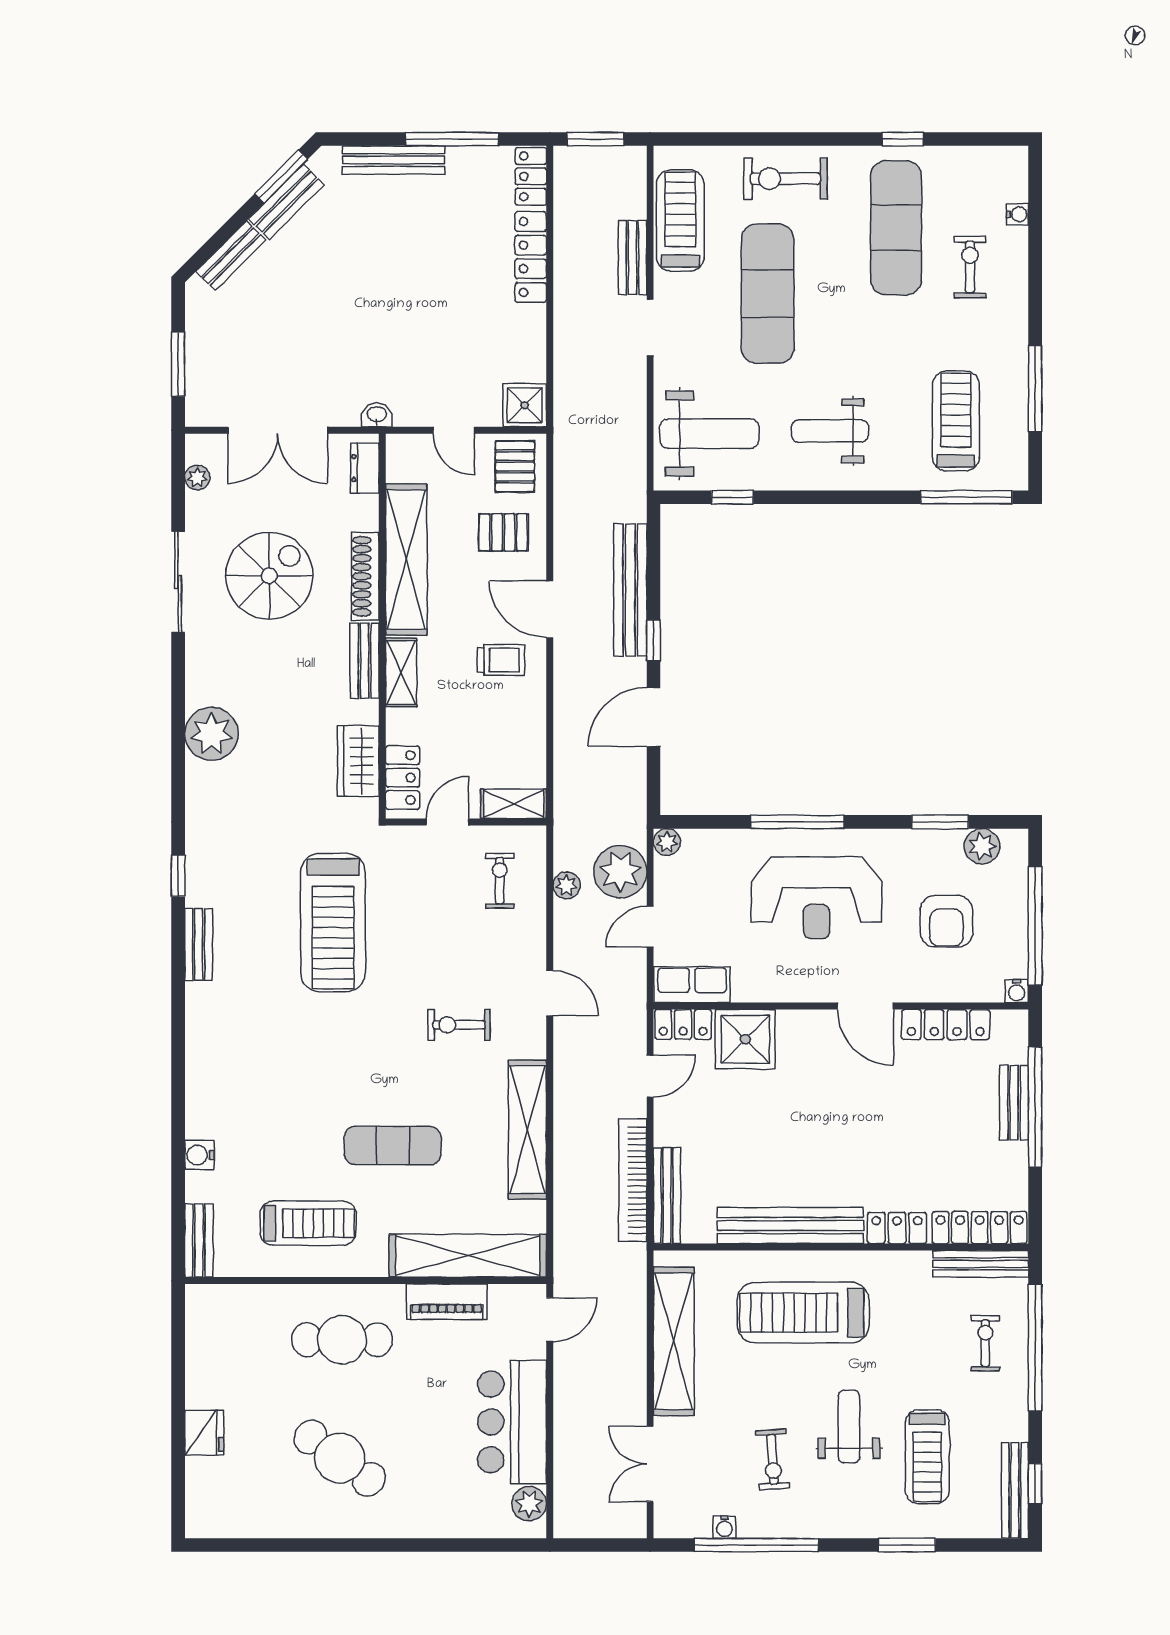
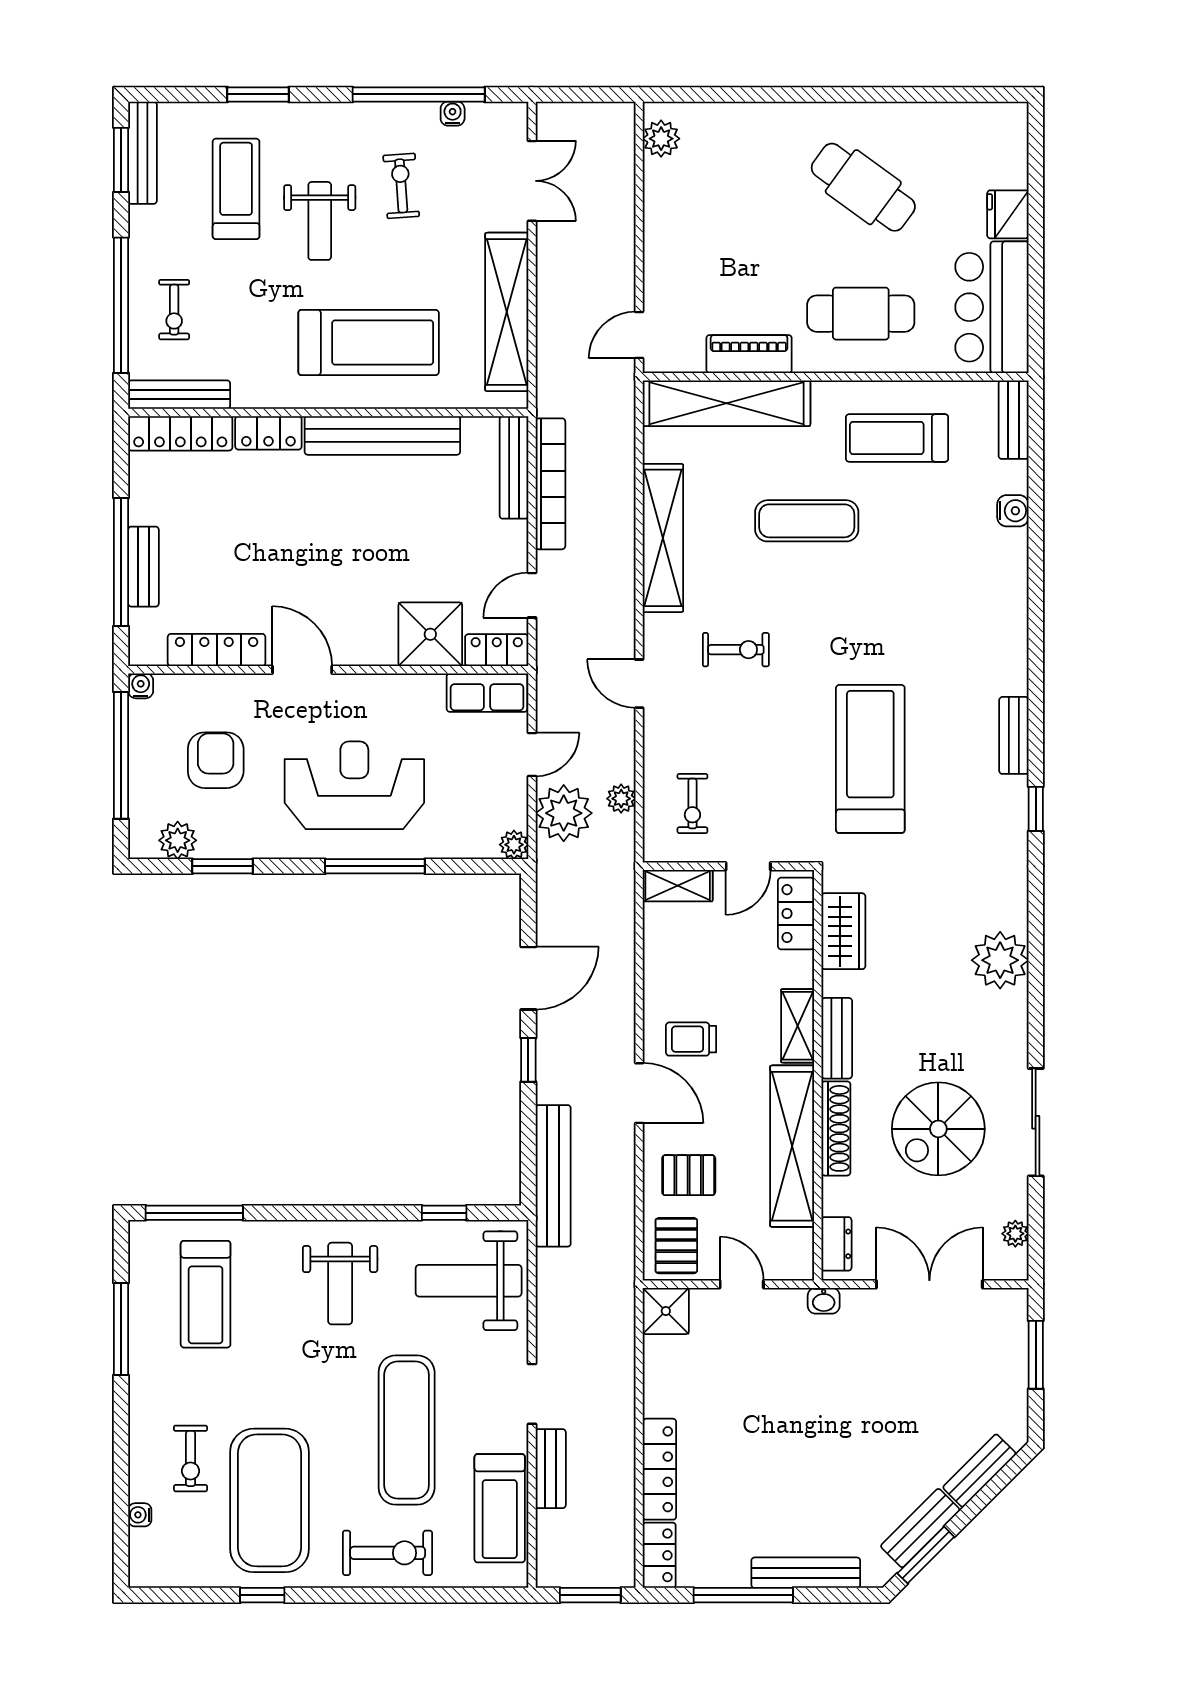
exercise mat: (896, 228) -> (269, 1500), width x1.47
weight bench: (830, 431) -> (340, 1284), turned 90
bench: (630, 590) -> (553, 1176), moved
bar counter: (512, 1422) -> (992, 307), moved, turned 180
window: (1035, 1484) -> (121, 160), width x1.50

